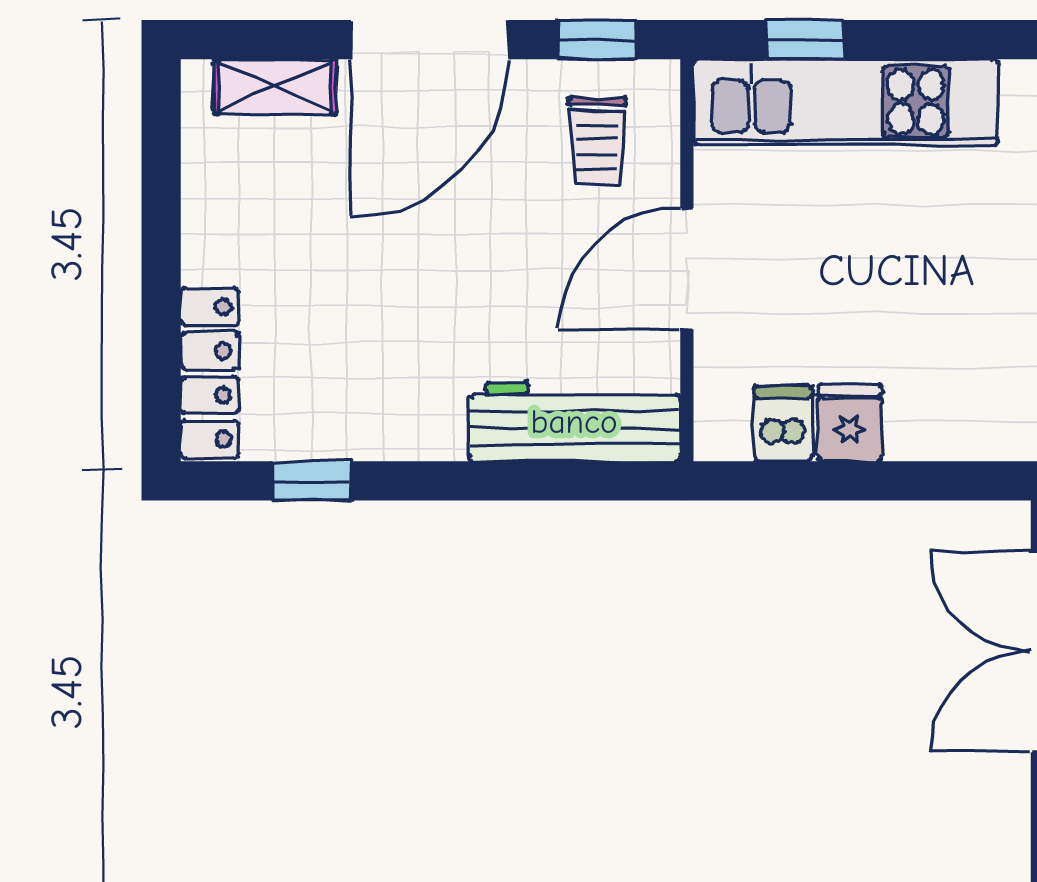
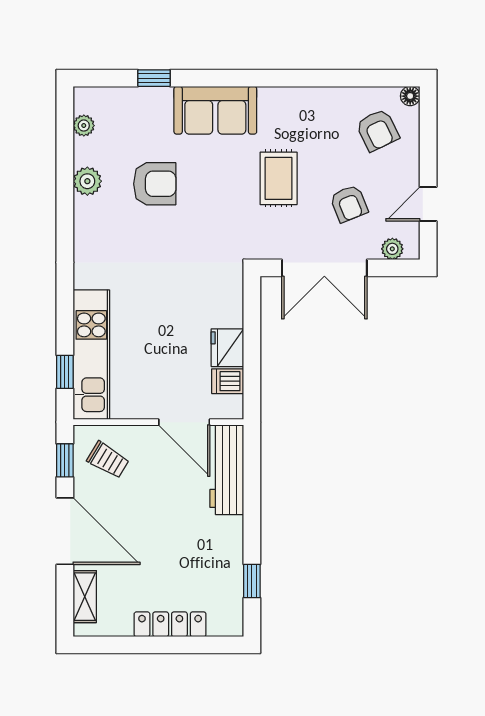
trolley: (597, 141) -> (108, 460), turned 31
door: (687, 269) -> (184, 422), moved
locker: (210, 373) -> (170, 624), moved
fridge: (850, 423) -> (227, 348), width x1.38

